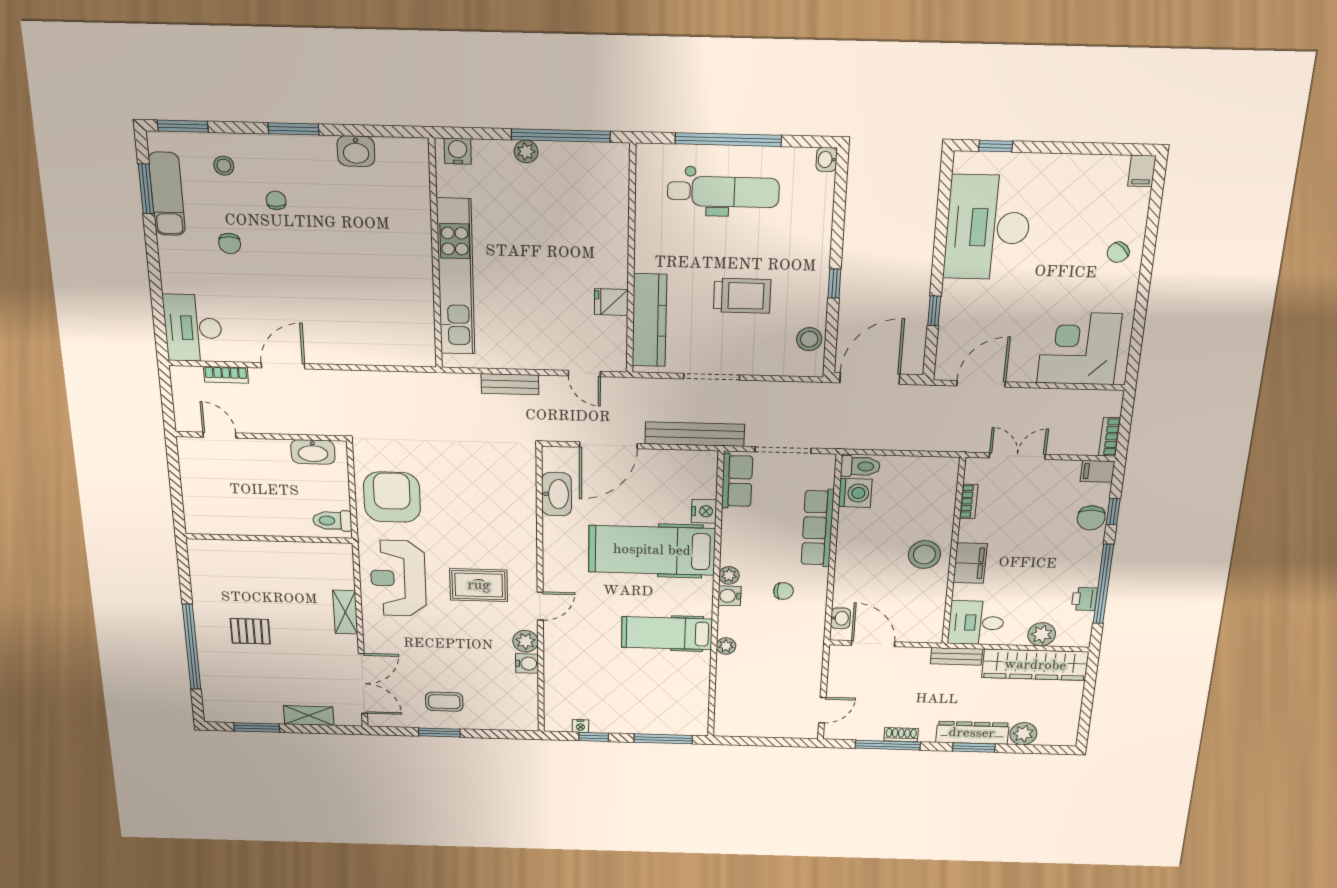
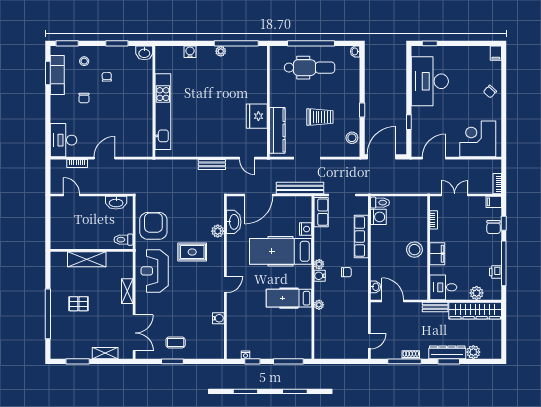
wall: (435, 256) -> (154, 101), moved
kitchen unit: (456, 277) -> (163, 112), moved
fridge: (611, 302) -> (257, 116), width x1.88, depth x1.34
shelving: (260, 554) -> (87, 259), added
rug: (479, 585) -> (192, 252), moved
plant: (525, 641) -> (218, 231), moved

